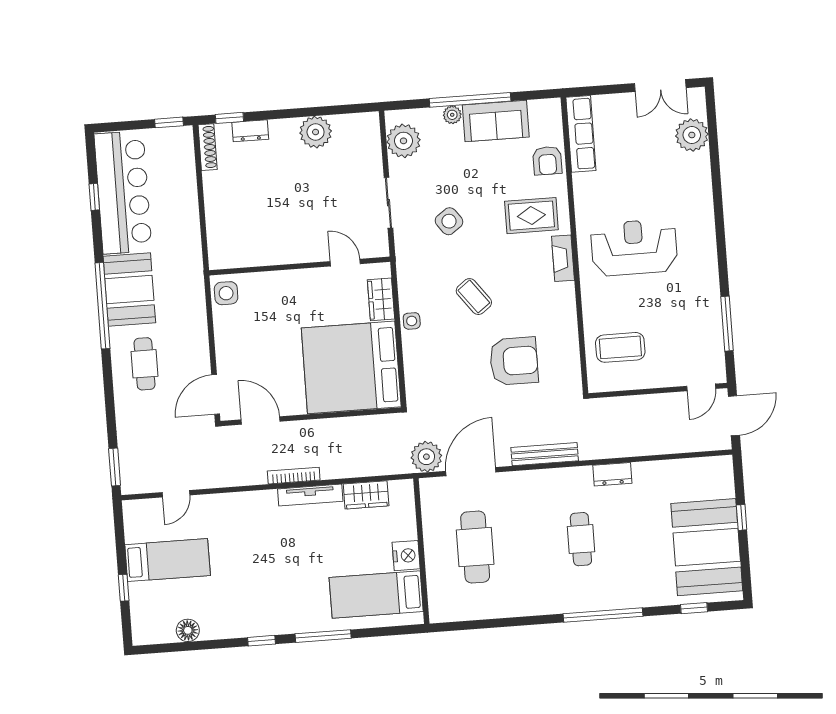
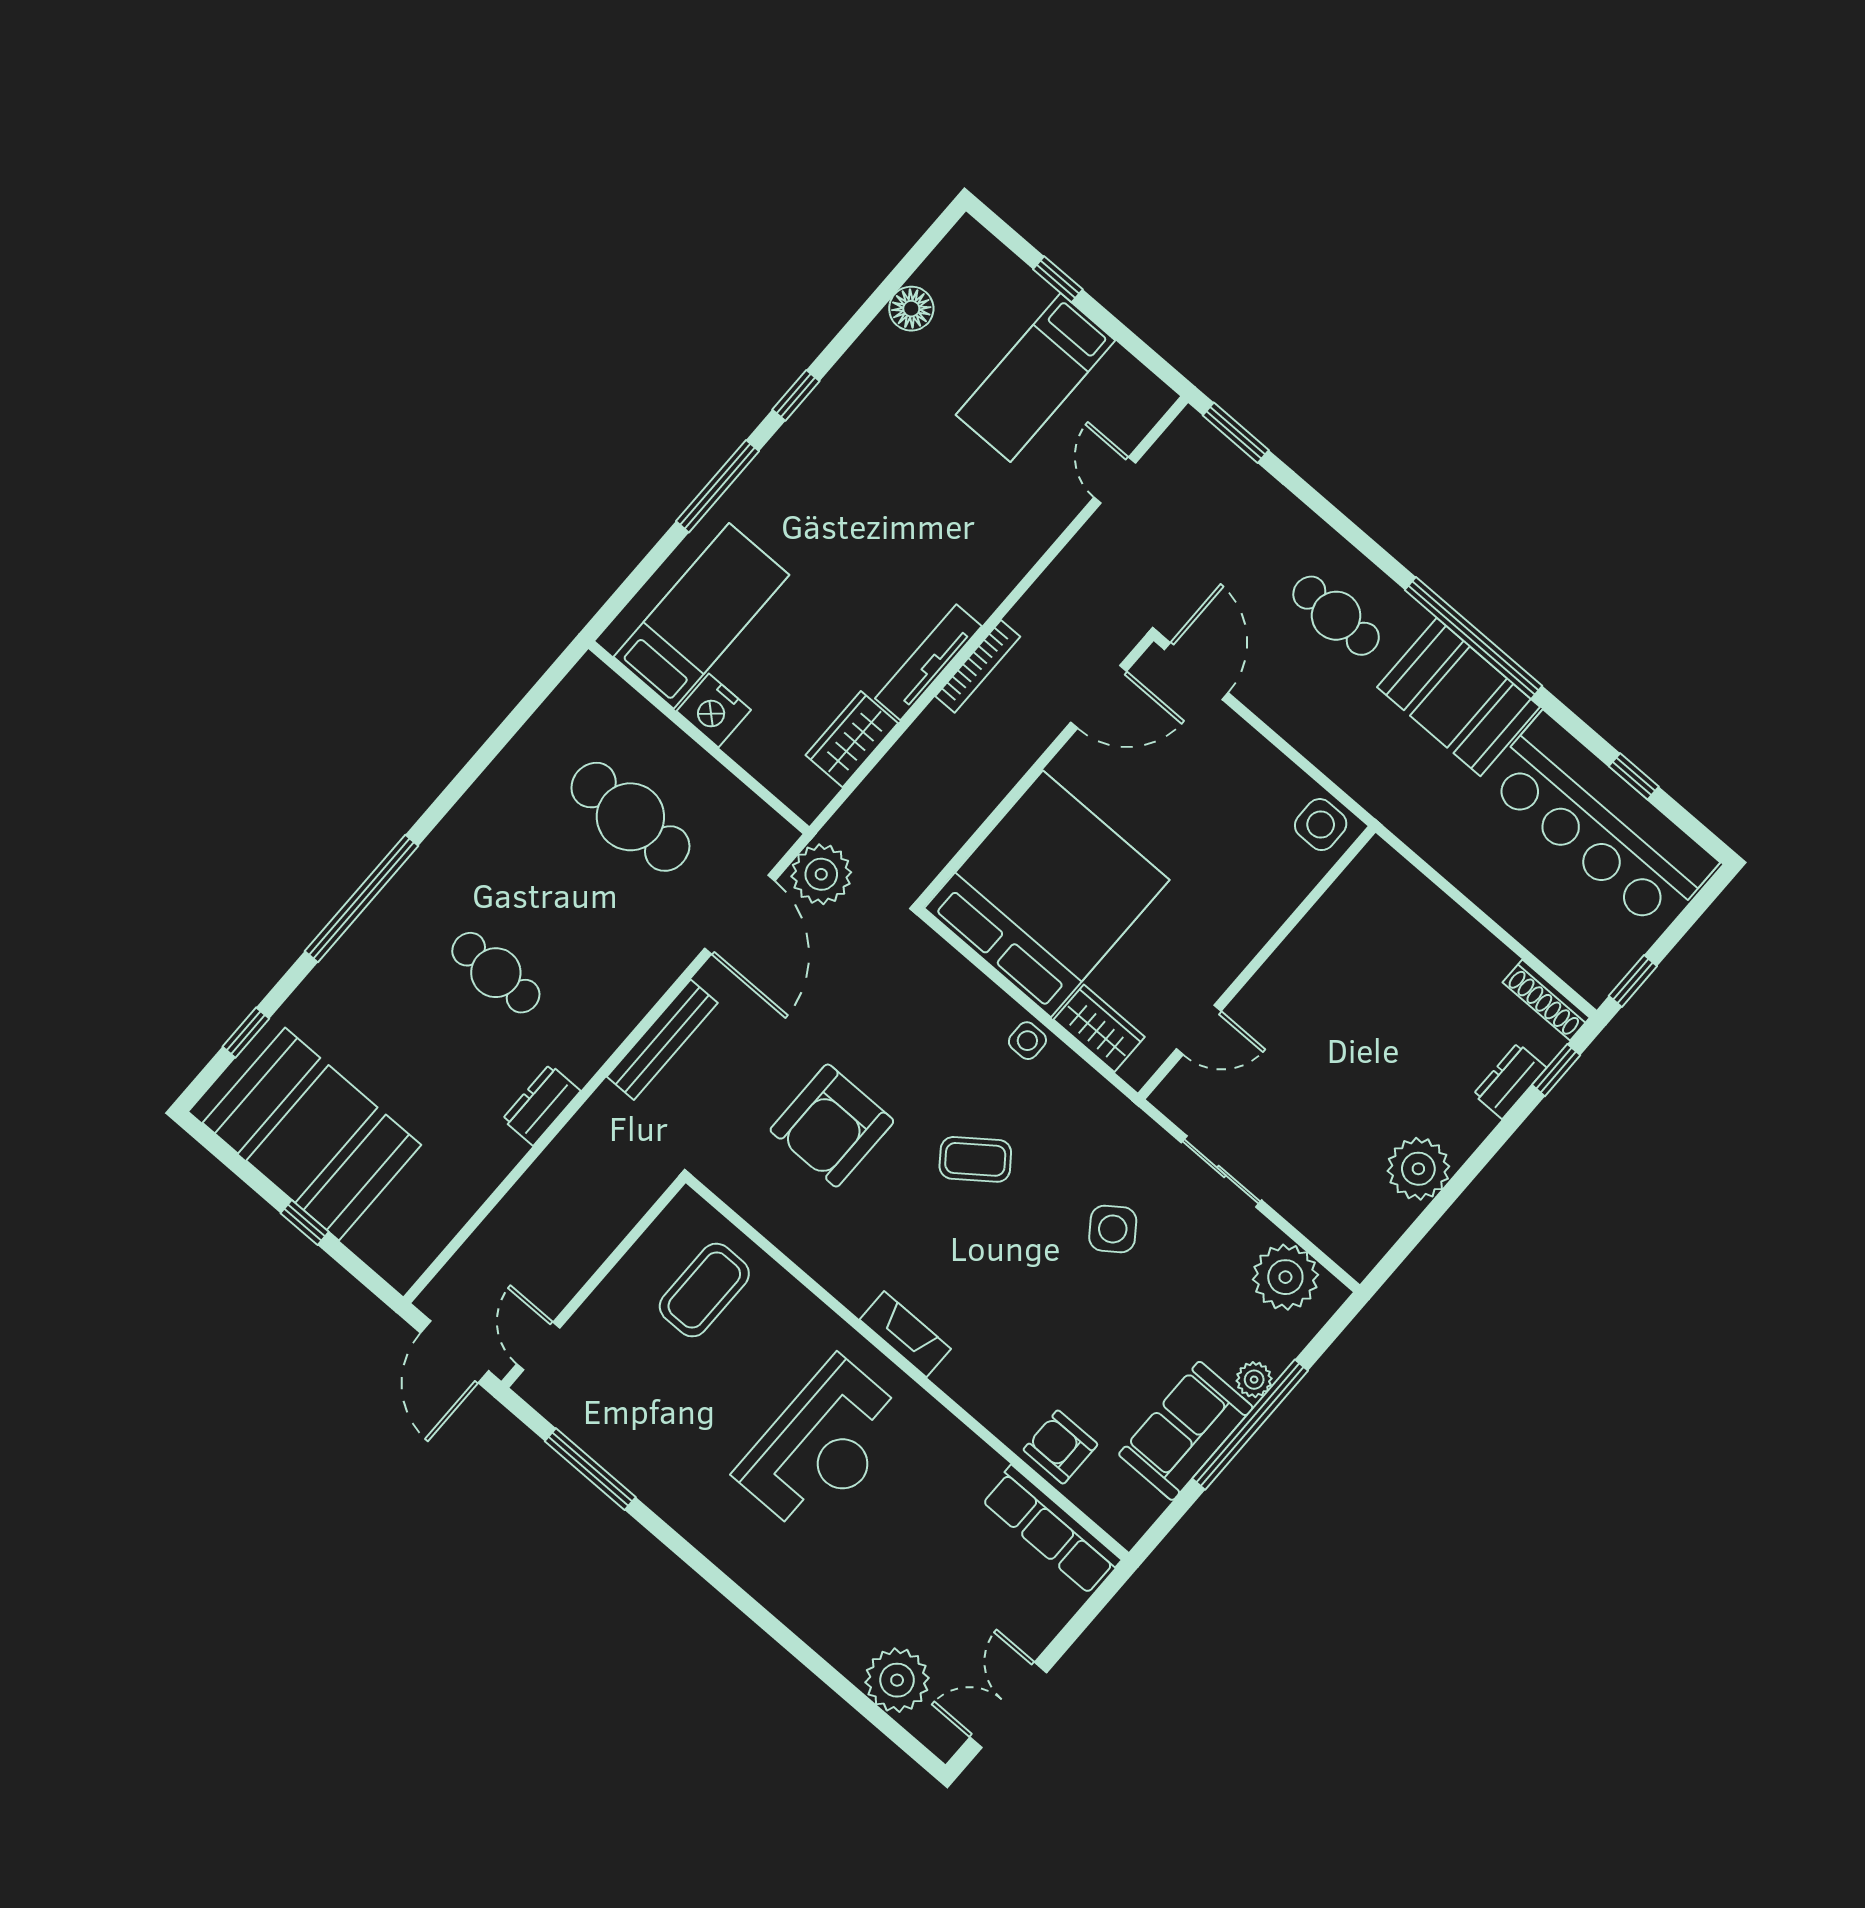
rug: (531, 216) -> (1007, 1350), removed

